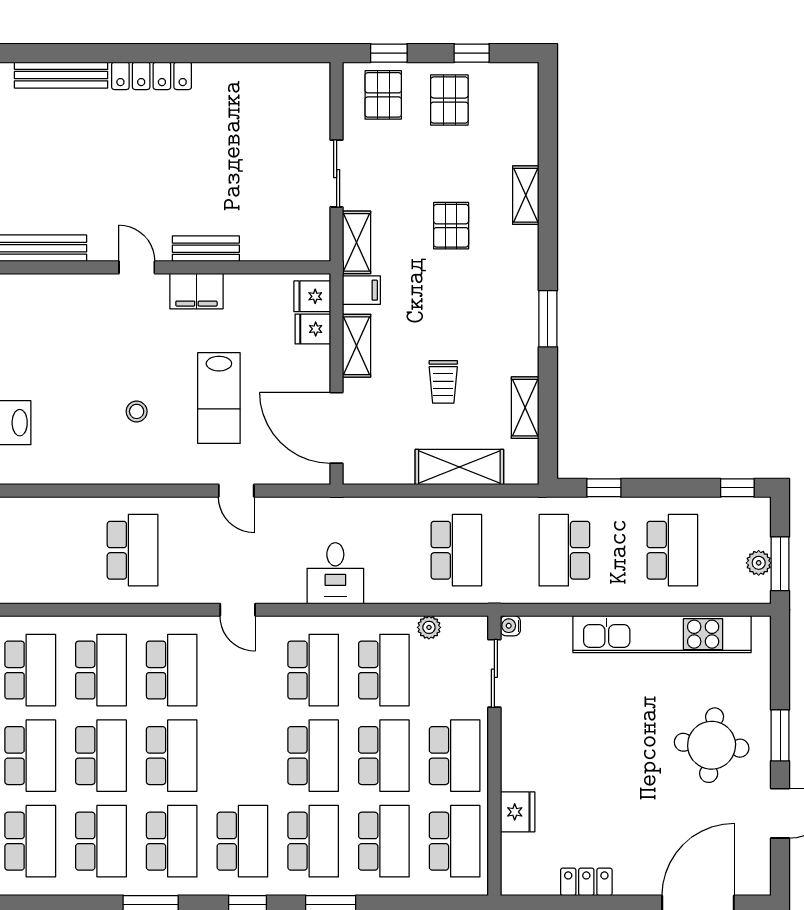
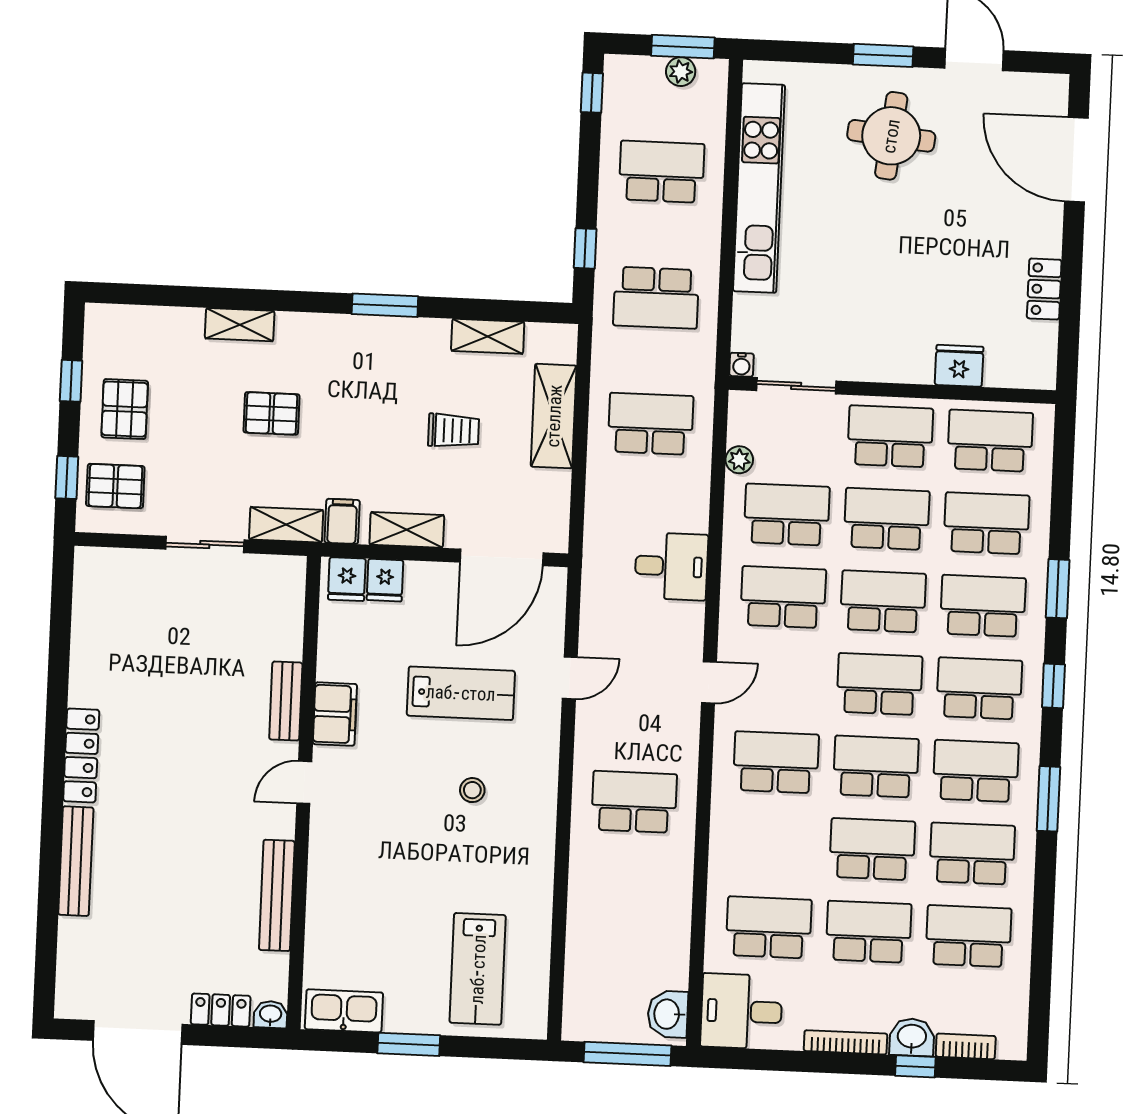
pallet: (449, 100) -> (125, 409), turned 90
school desk: (101, 670) -> (879, 684), moved

